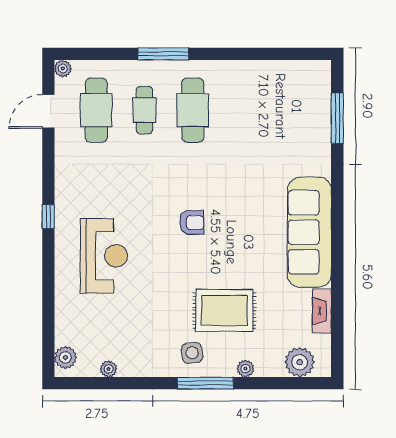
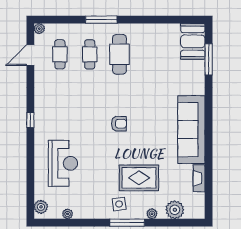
booth: (312, 89) -> (193, 41), added
cafe table: (96, 110) -> (60, 54), width x0.73, depth x0.74
reception desk: (104, 256) -> (63, 163), moved
plant: (300, 362) -> (175, 210), moved

